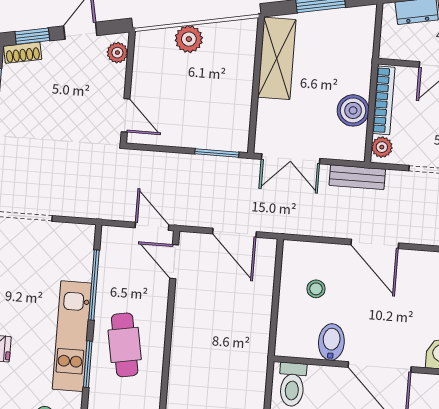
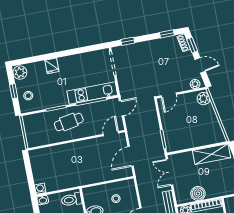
plant: (189, 39) -> (204, 99), moved
door: (152, 226) -> (121, 108), moved
kitchen unit: (72, 336) -> (92, 93), moved

